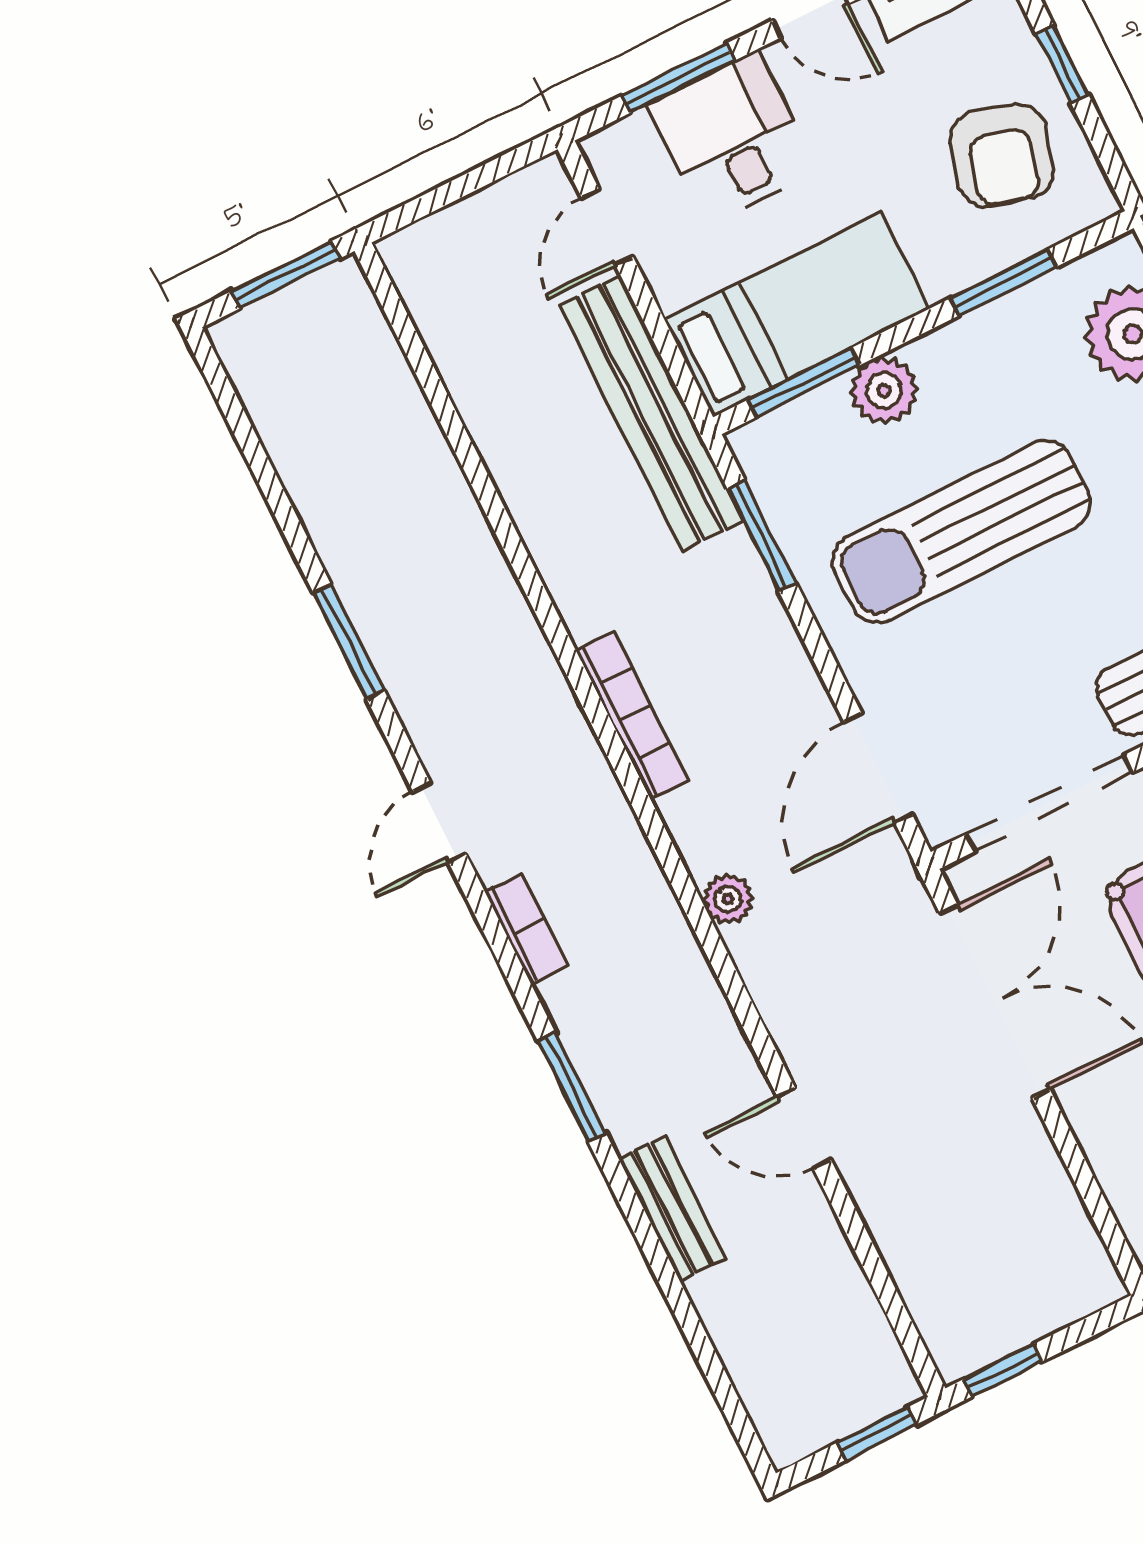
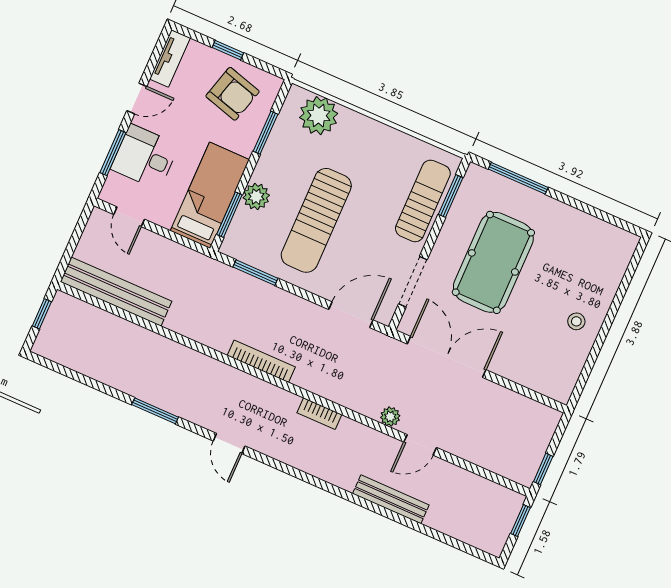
window: (286, 275) -> (42, 314), width x0.67
bench: (651, 413) -> (116, 292), moved
door: (878, 768) -> (351, 315), swing flipped
doorway: (1049, 803) -> (413, 282), width x0.73
plant: (728, 899) -> (390, 417), moved
bookcase: (526, 929) -> (319, 414), moved, turned 180
window: (572, 1087) -> (338, 491), removed
bench: (672, 1209) -> (391, 499), width x1.36

